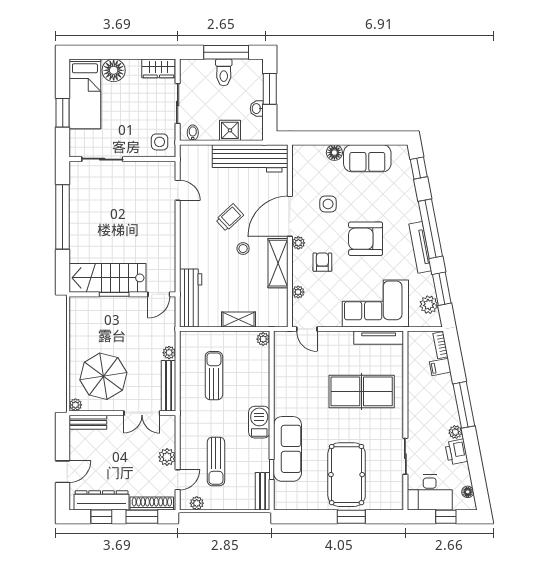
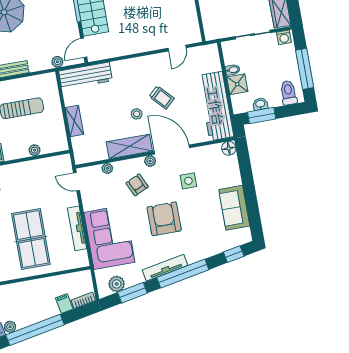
washing machine: (187, 69) -> (284, 37), added
toilet: (224, 72) -> (289, 93), moved, turned 90
window: (270, 89) -> (262, 116), moved
bidet: (193, 133) -> (233, 70), moved
side table: (160, 142) -> (216, 25), removed
floor lamp: (334, 153) -> (229, 148), moved
armchair: (322, 262) -> (137, 185), turned -115
door: (159, 294) -> (84, 48), hinge flipped
door: (307, 329) -> (77, 182), hinge flipped
tv unit: (379, 338) -> (77, 228), moved
plant: (263, 339) -> (35, 150), moved
plant: (169, 353) -> (57, 62), moved
window: (464, 405) -> (35, 330), width x1.46

